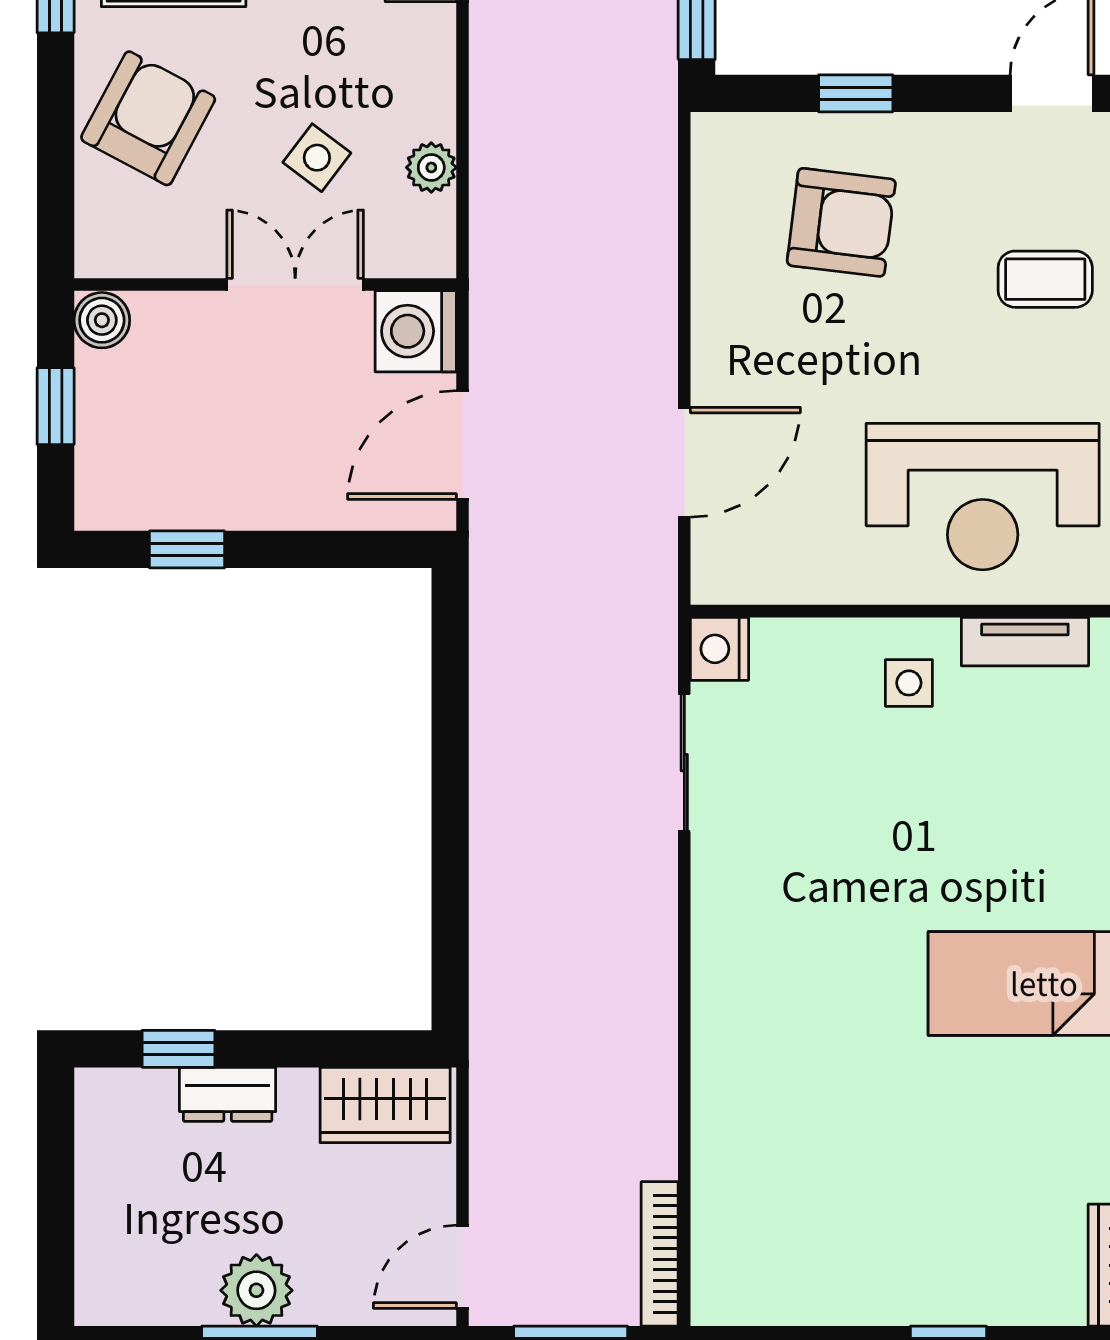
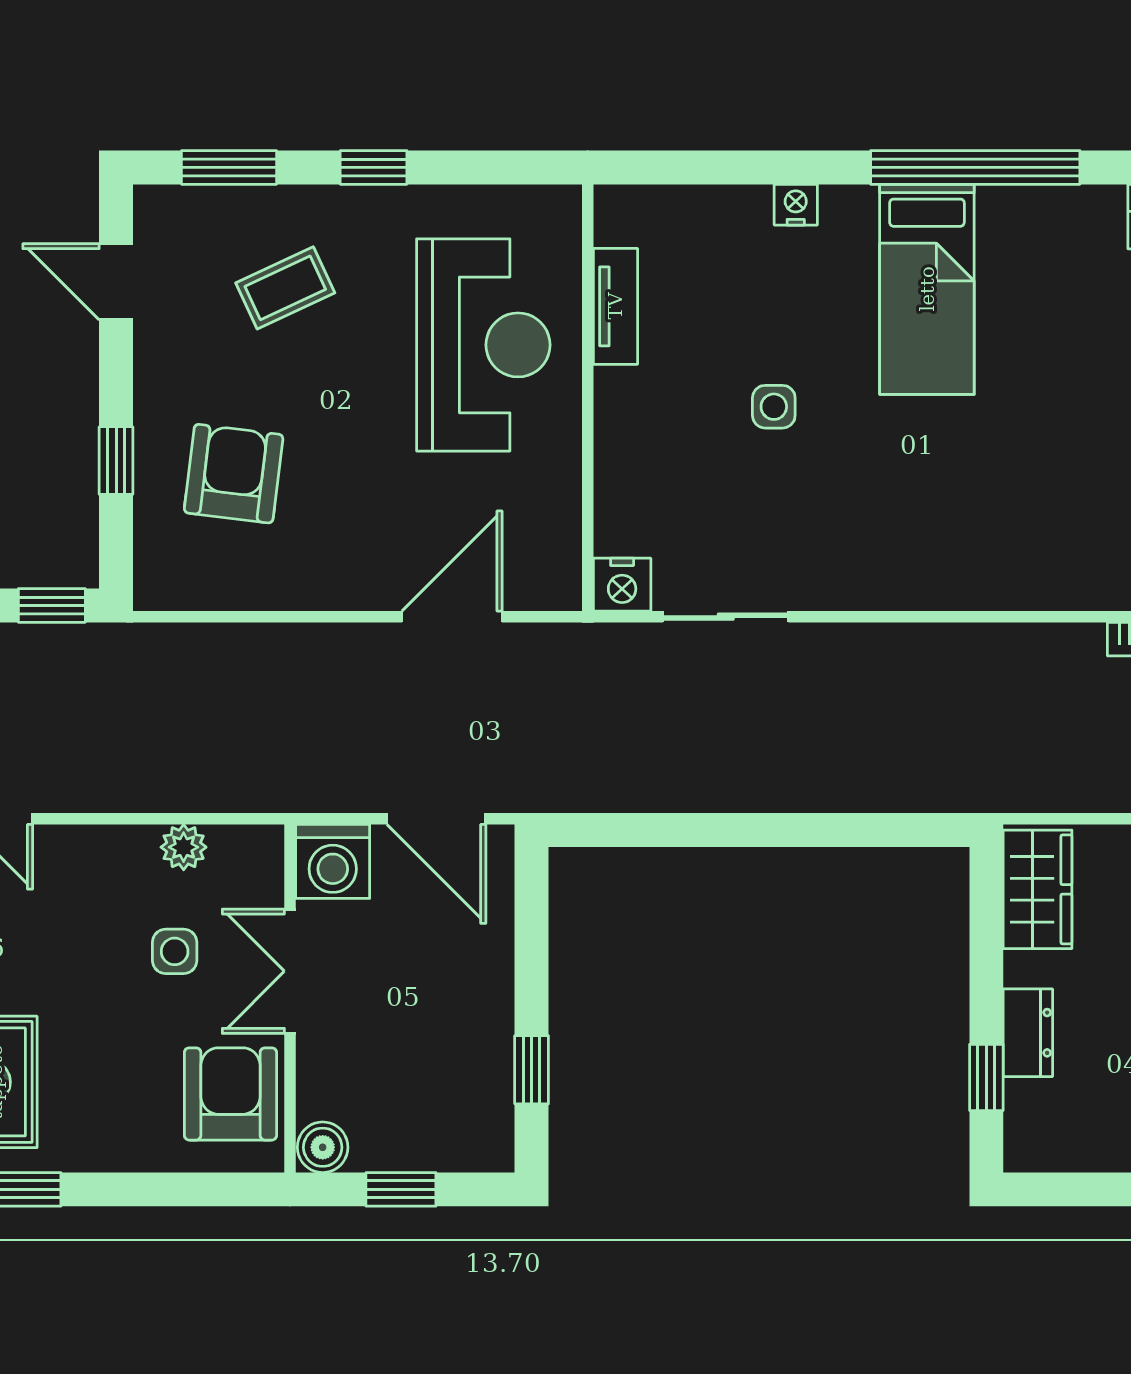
armchair: (148, 118) -> (230, 1094), moved, turned 62
side table: (317, 158) -> (175, 951), turned -37
coffee table: (1045, 279) -> (285, 288), turned 65
door: (684, 462) -> (452, 617), hinge flipped
side table: (909, 683) -> (774, 407), moved

